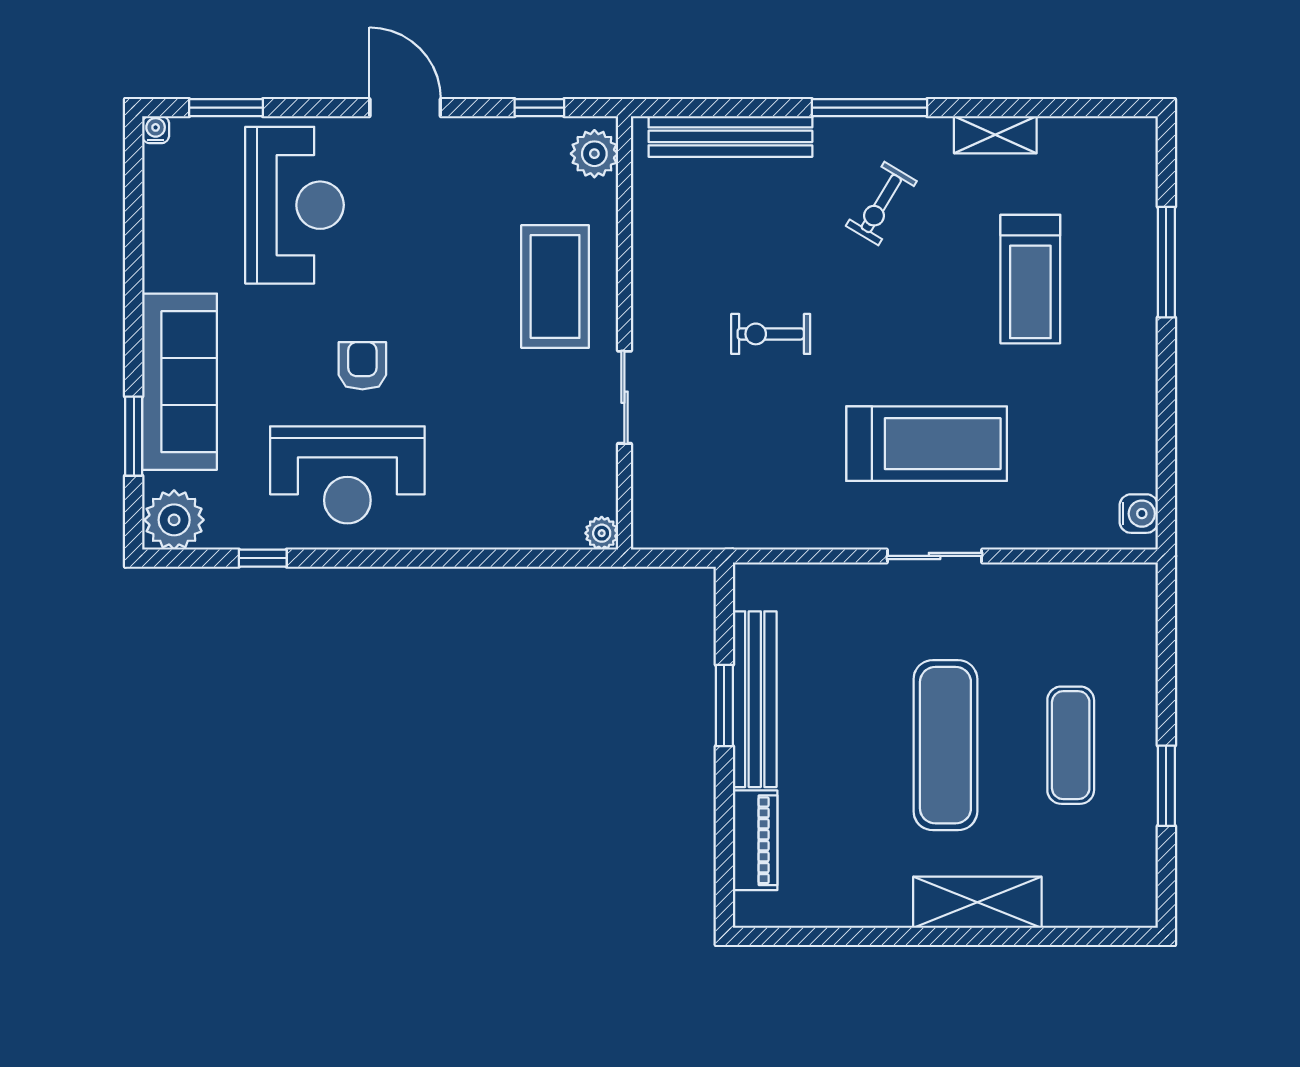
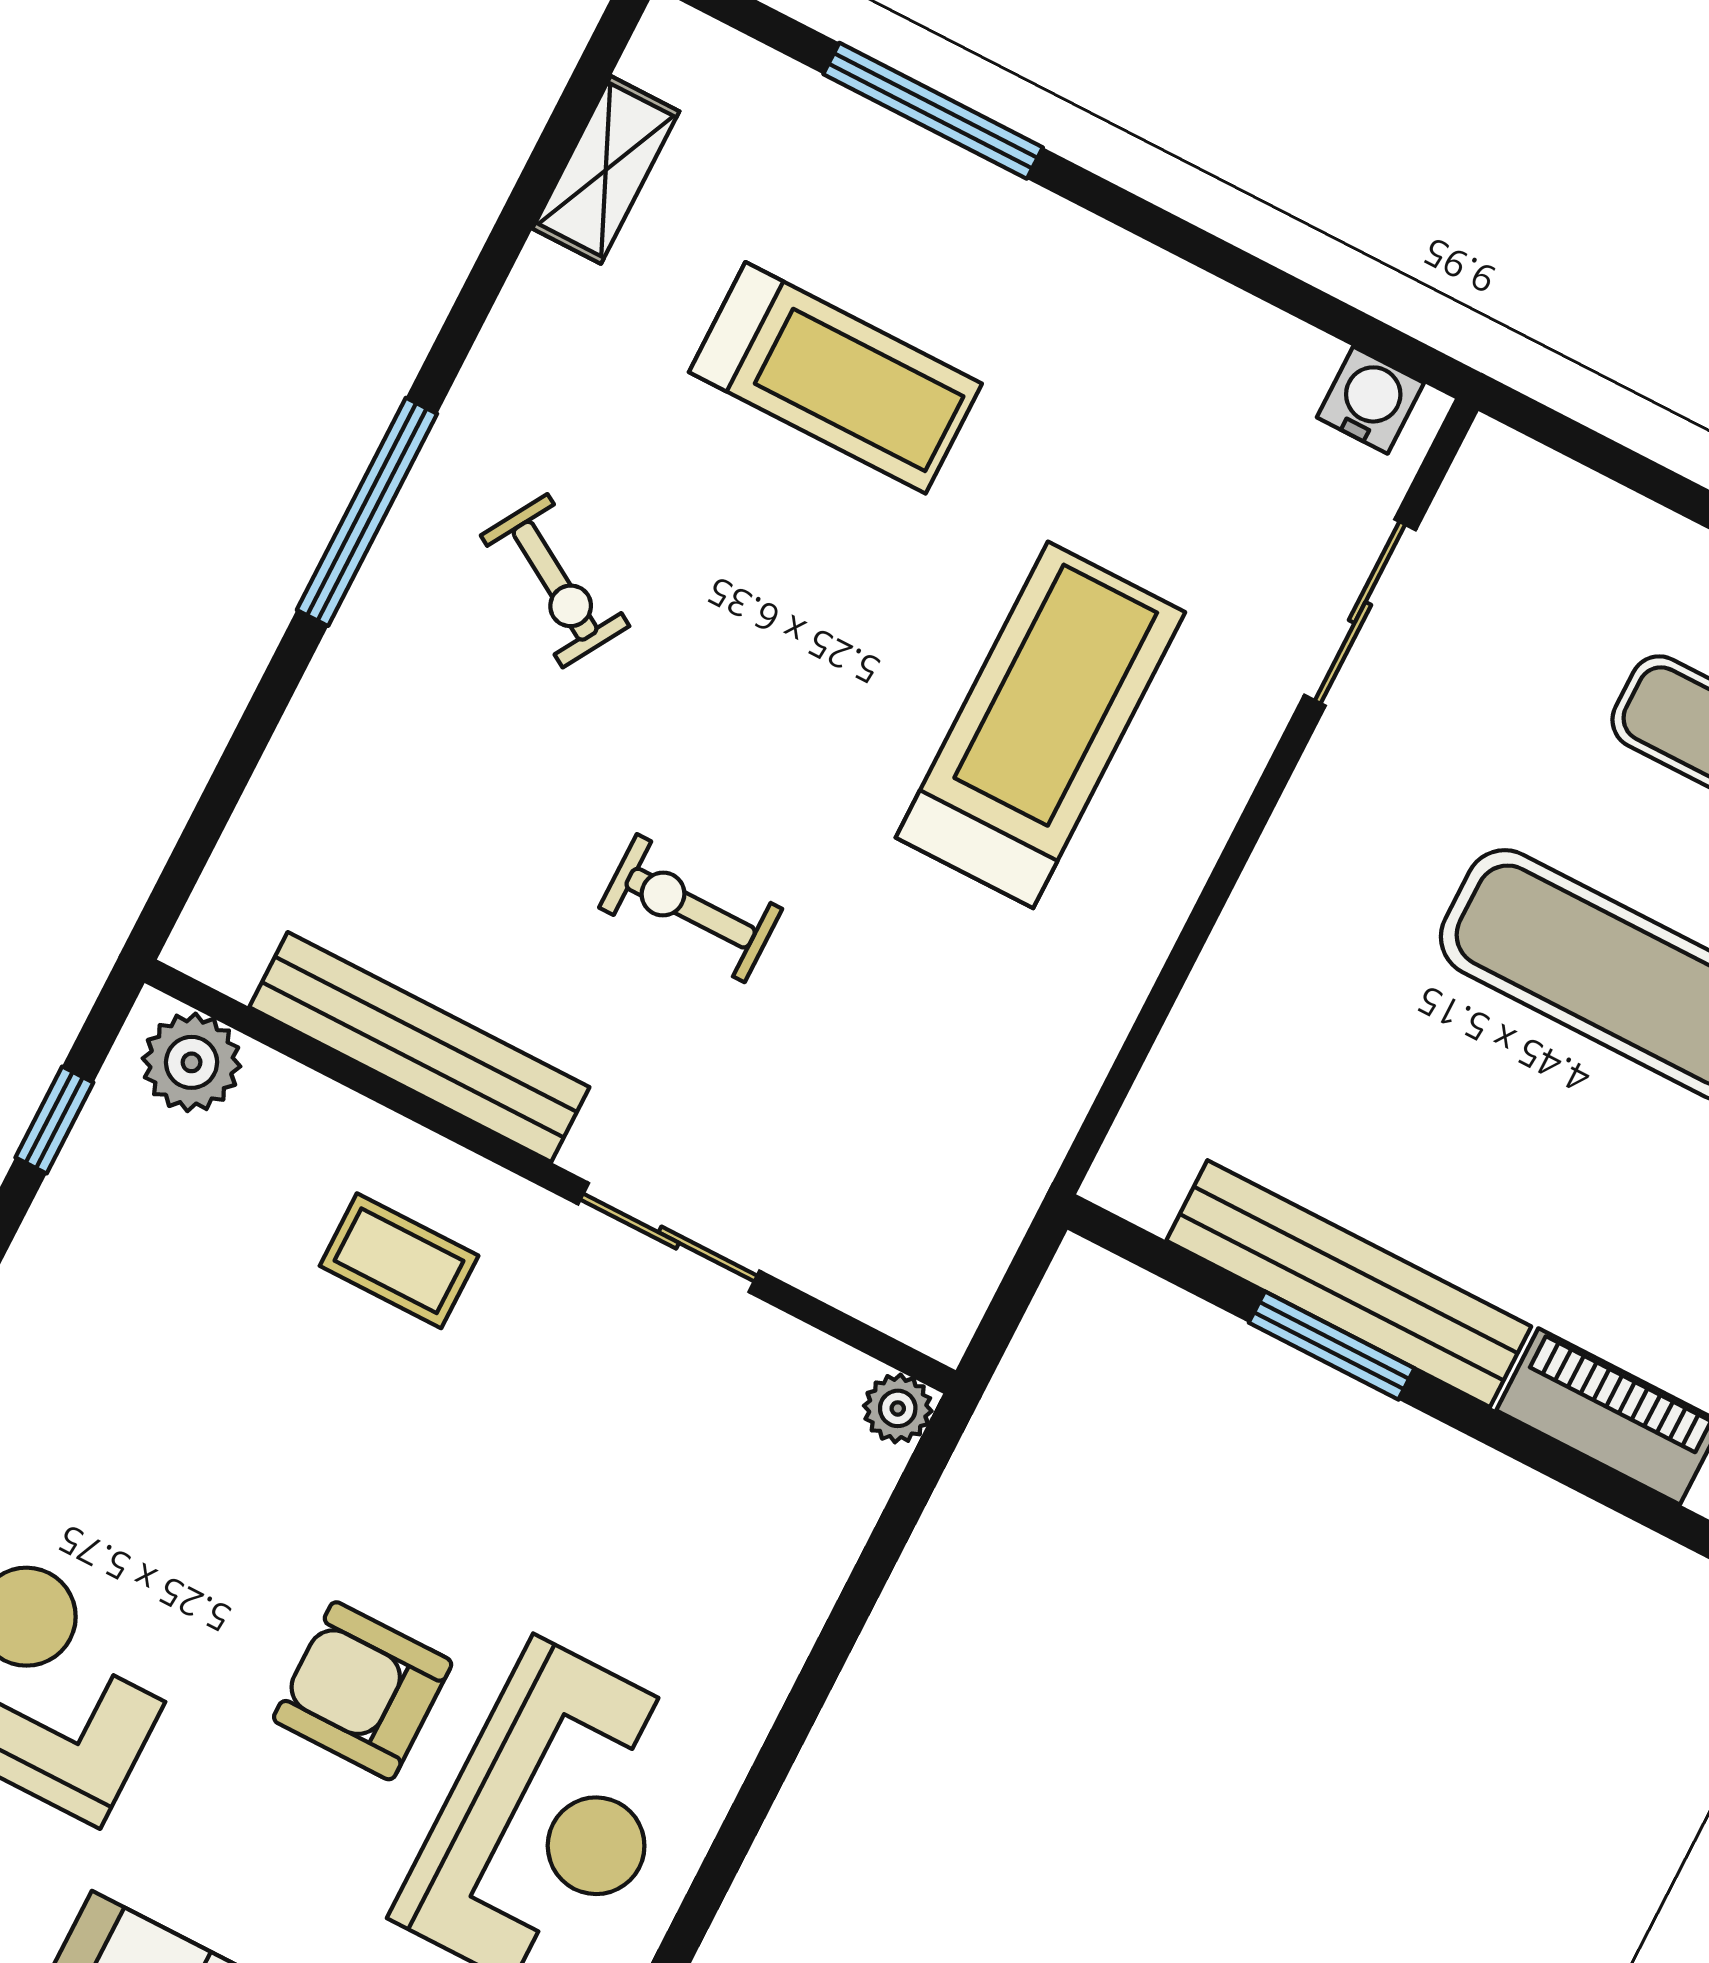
shelving: (995, 135) -> (606, 170), moved
bench: (730, 136) -> (419, 1047), moved, turned 90
coffee table: (555, 287) -> (399, 1261), width x0.54, depth x0.58
exercise bike: (771, 334) -> (691, 908), turned 90
armchair: (362, 366) -> (363, 1691), width x1.38, depth x1.38
sliding door: (935, 556) -> (1360, 613), moved

